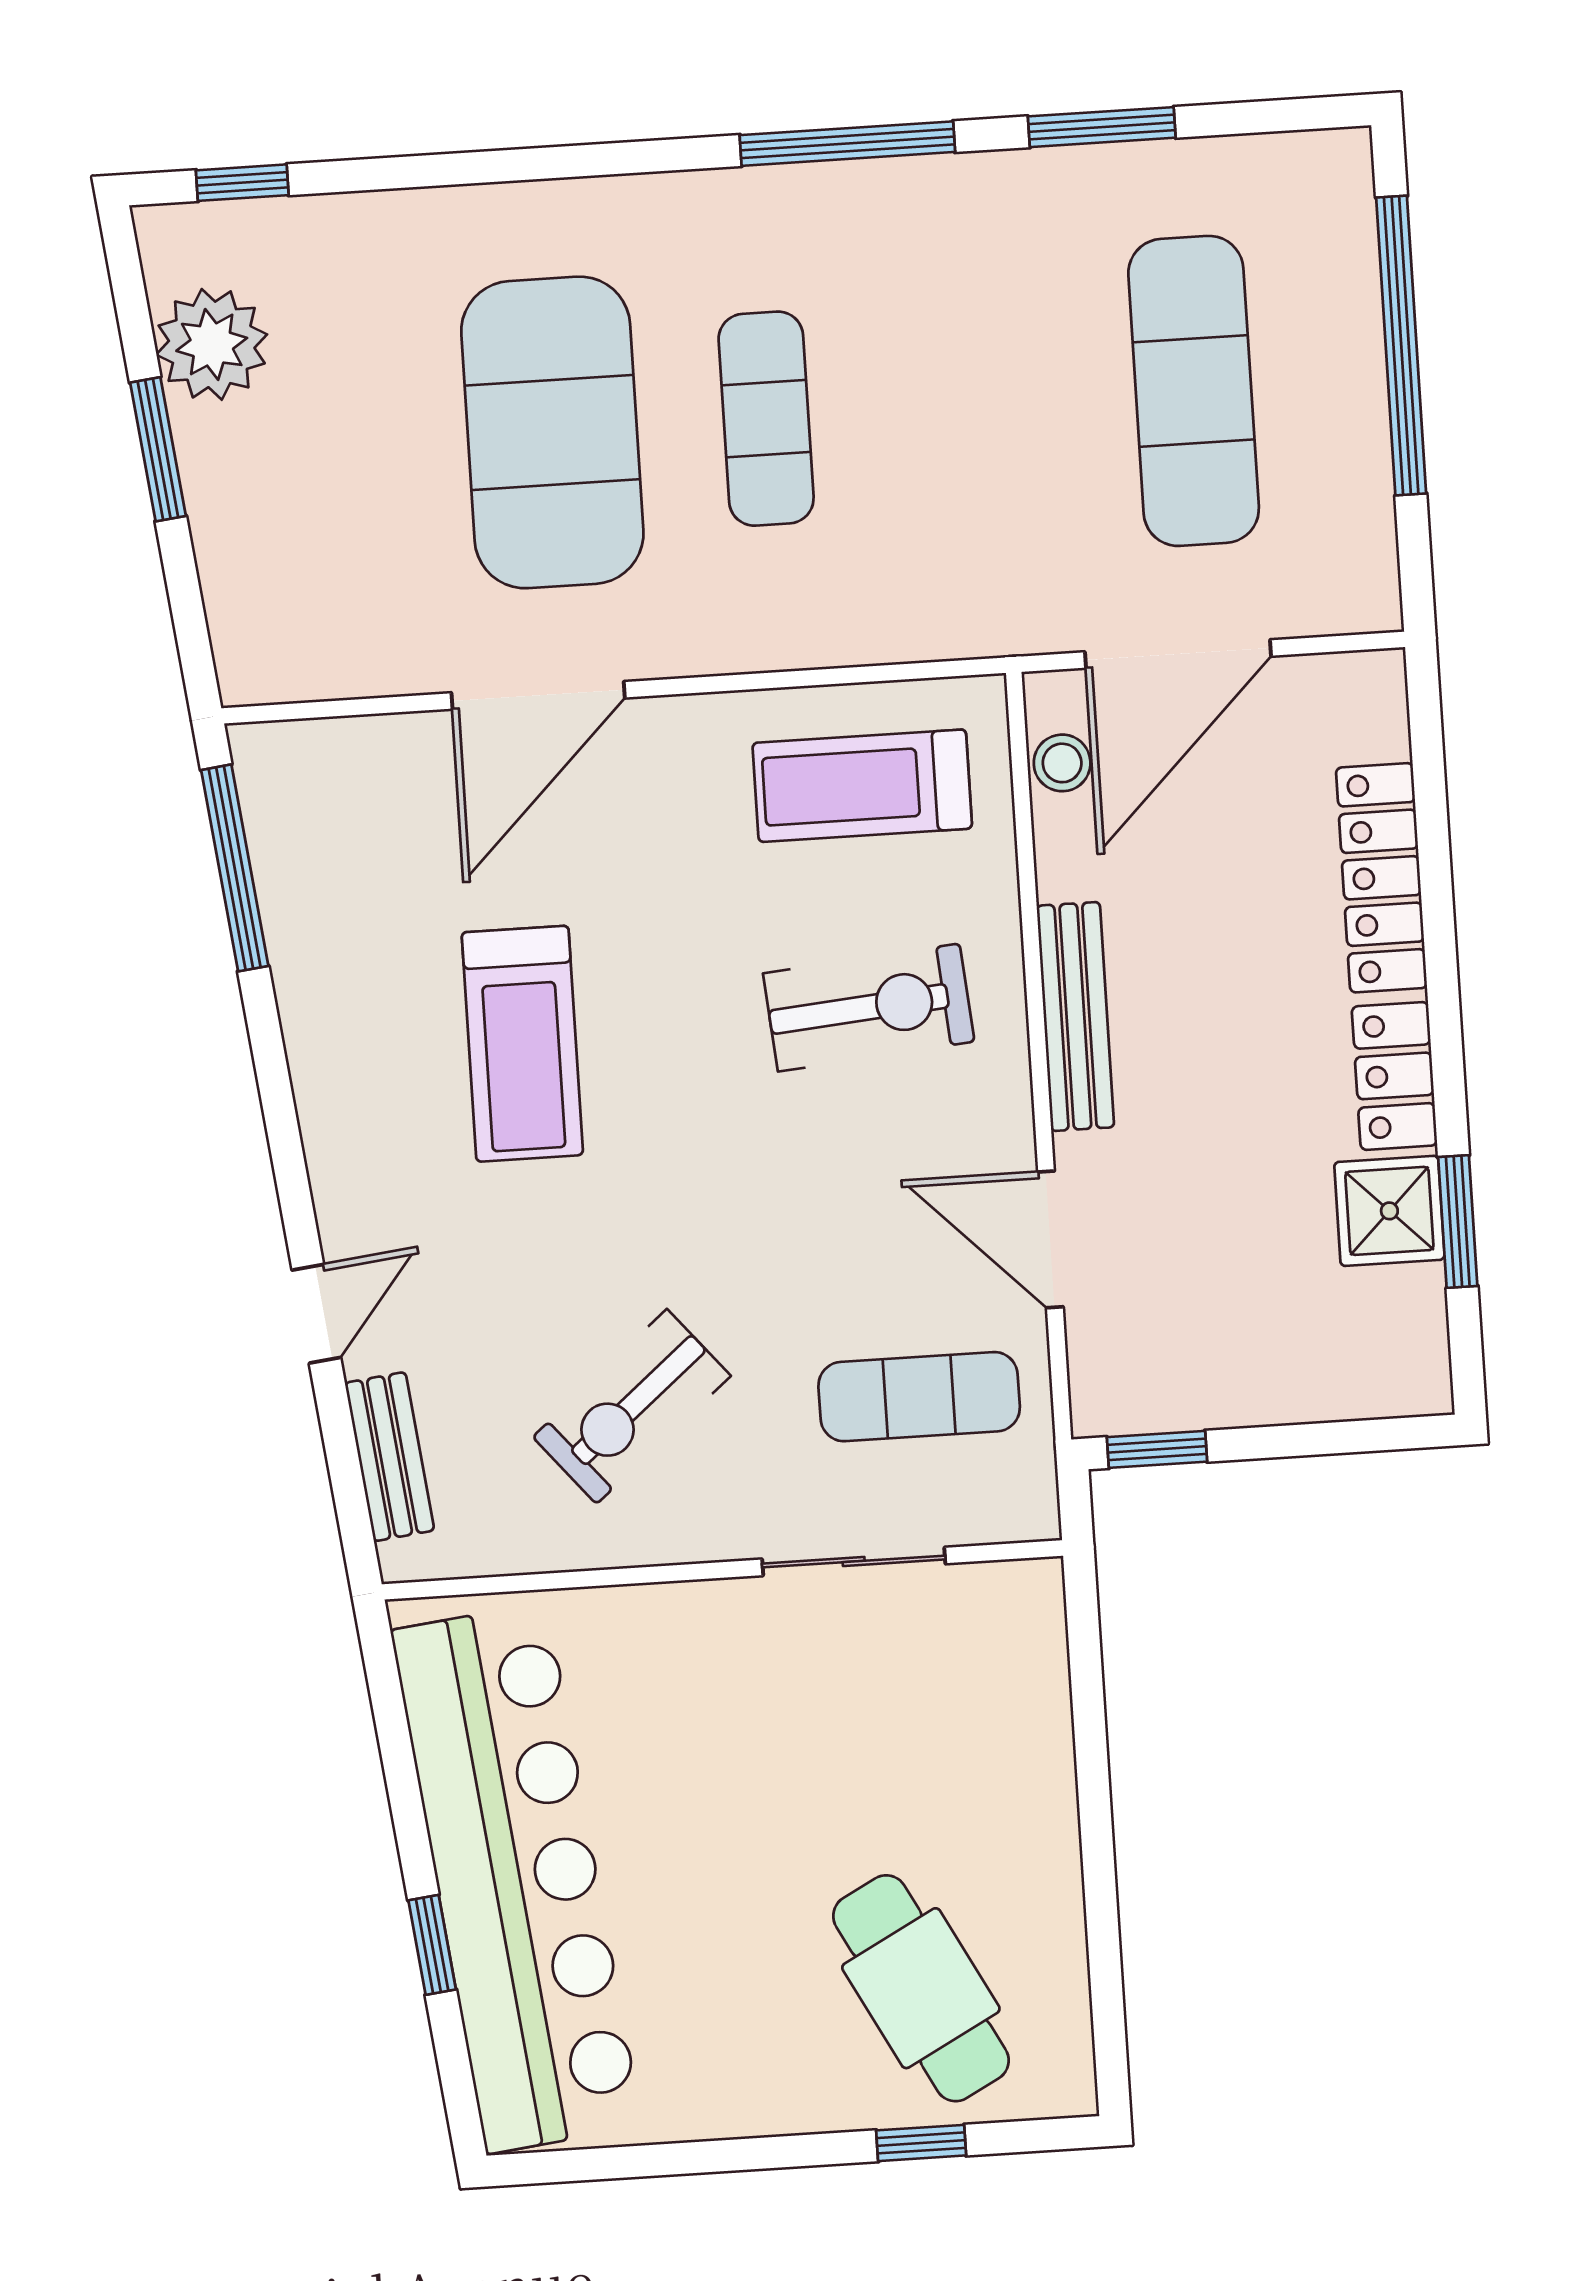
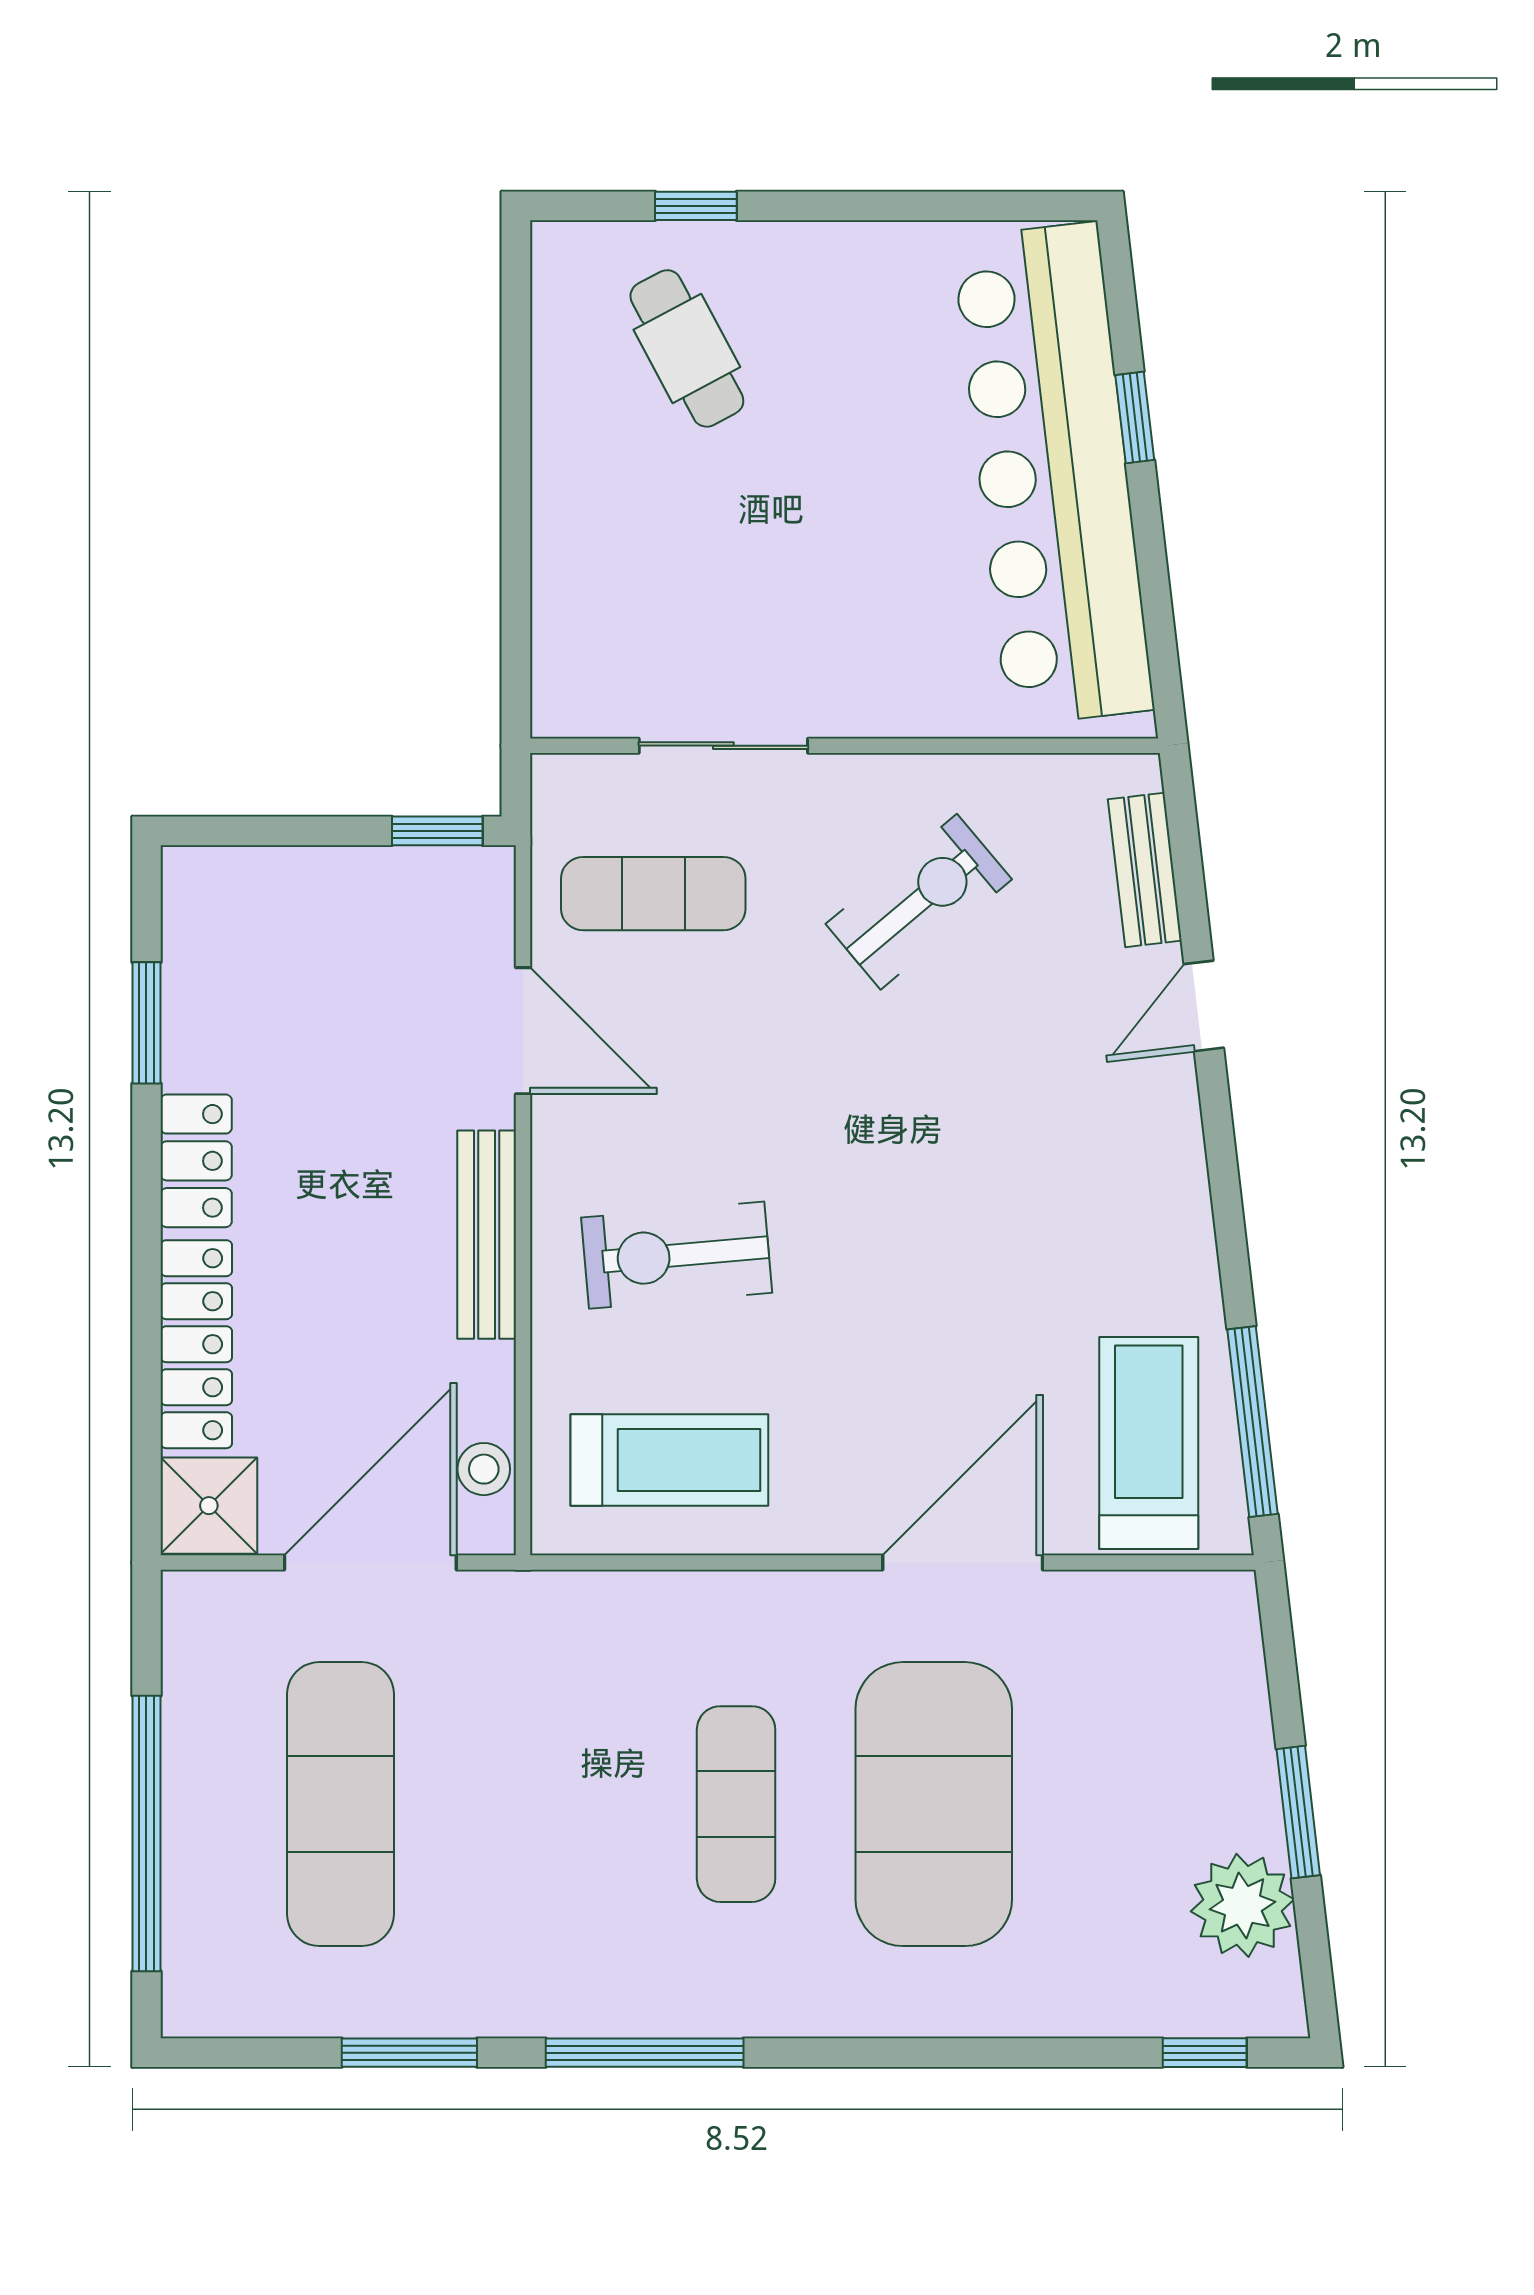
treadmill: (522, 1044) -> (1149, 1443), moved
shower: (1389, 1211) -> (209, 1506), moved
cafe table: (921, 1988) -> (687, 348), width x0.73, depth x0.74

